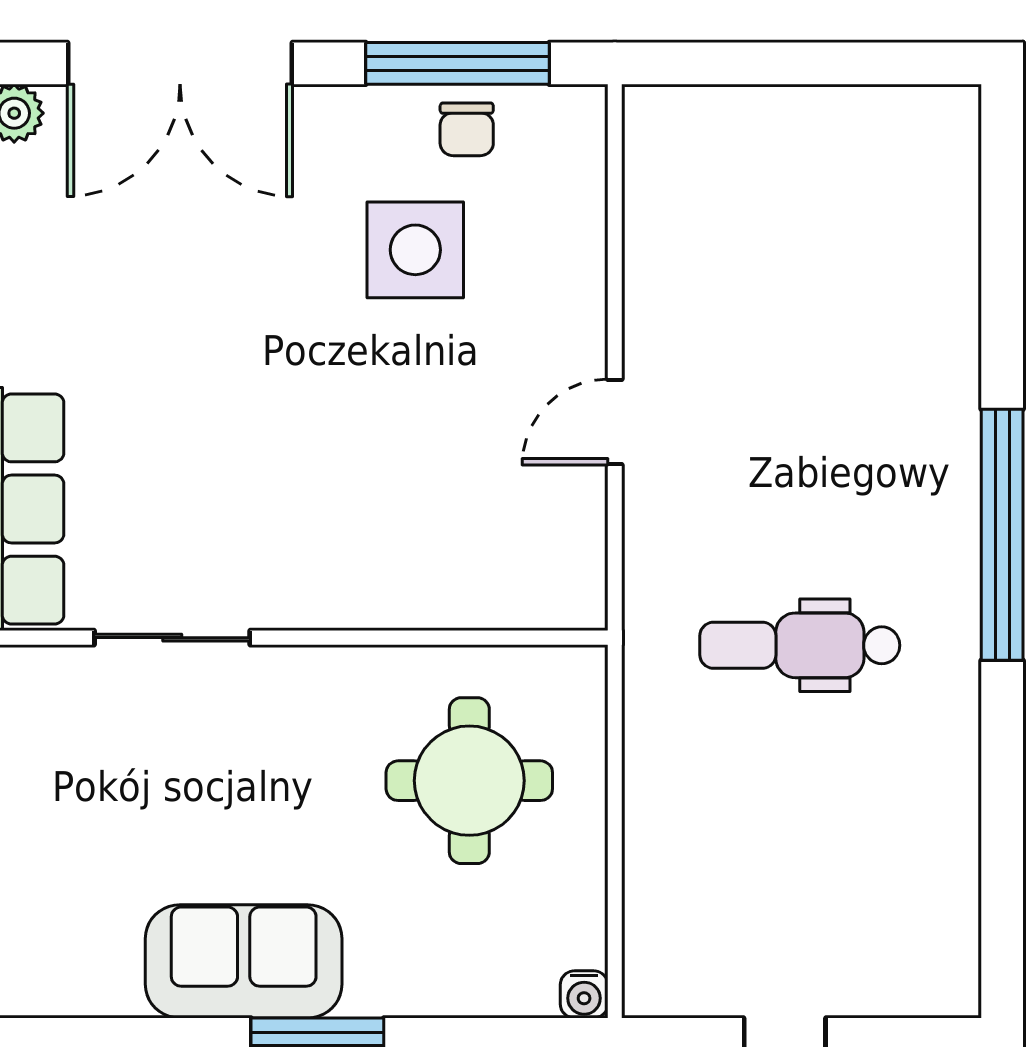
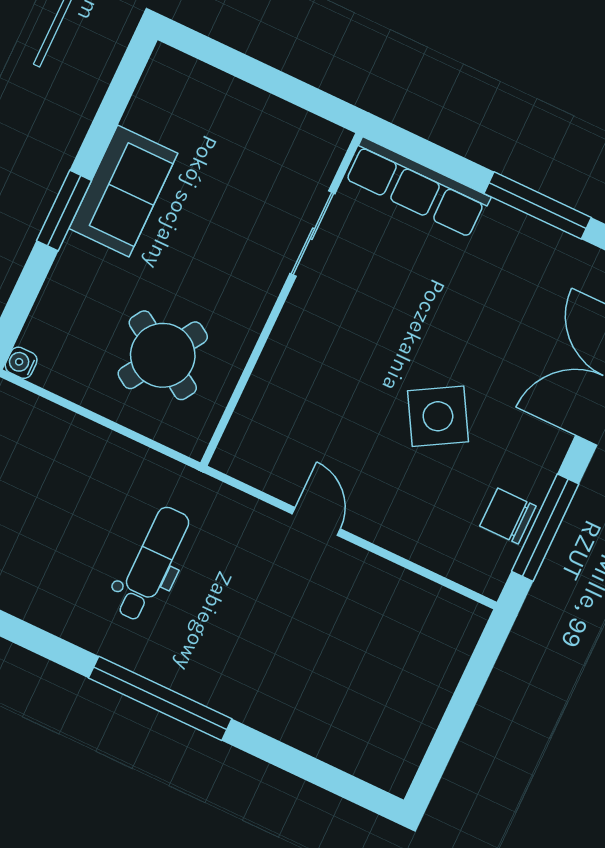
chair: (467, 129) -> (508, 516), width x1.37, depth x1.37
side table: (415, 250) -> (438, 416), moved, turned -30
round table: (469, 781) -> (163, 355), turned 32

